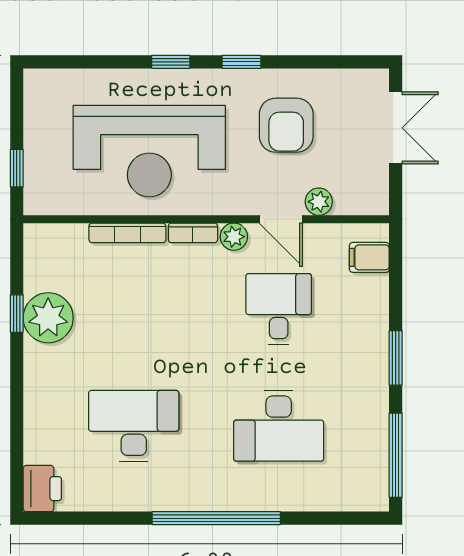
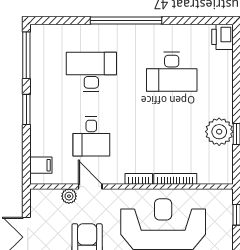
plant: (234, 237) -> (116, 177), removed

